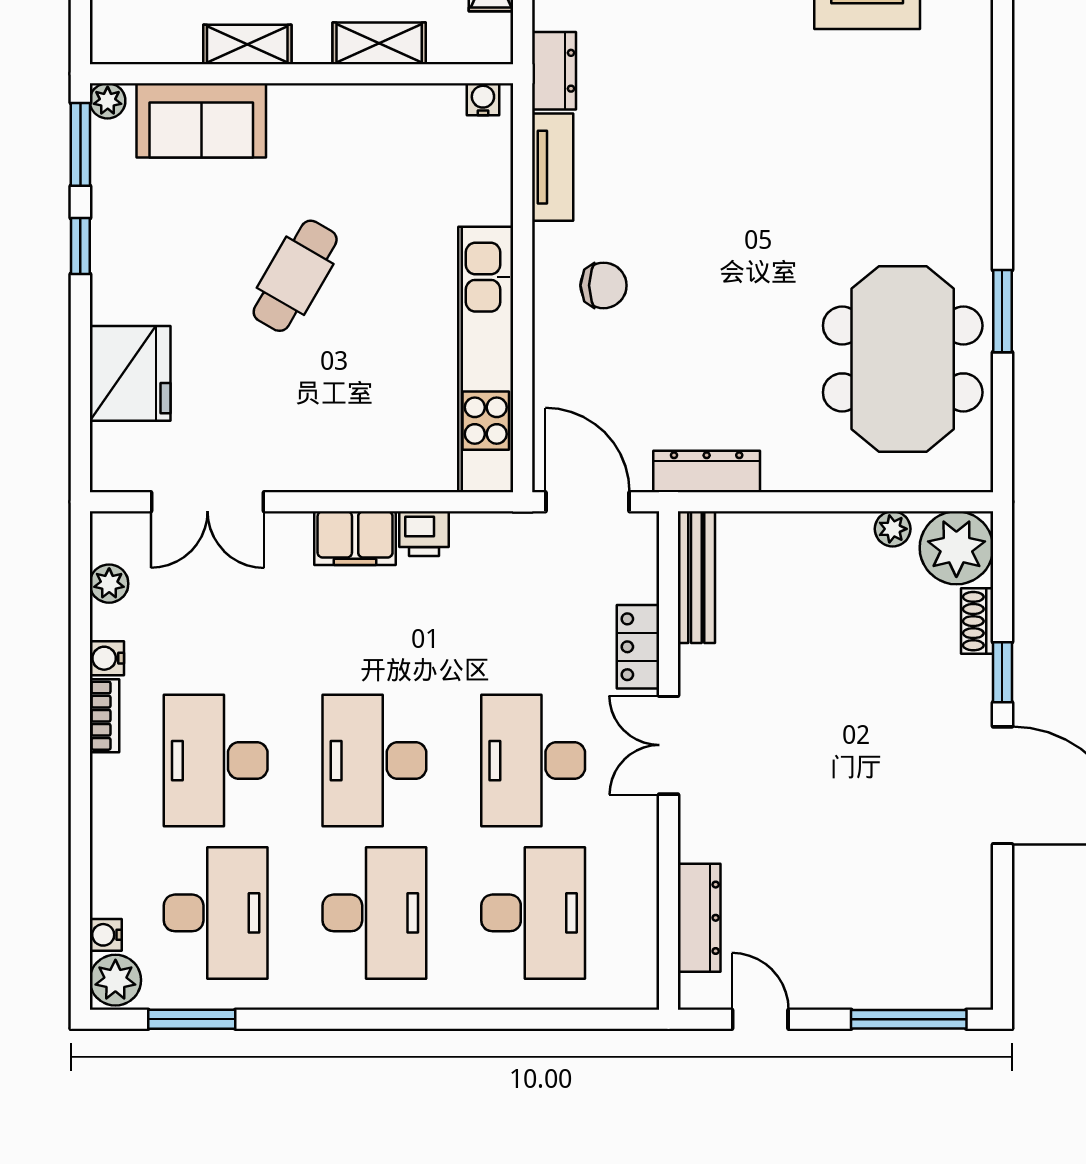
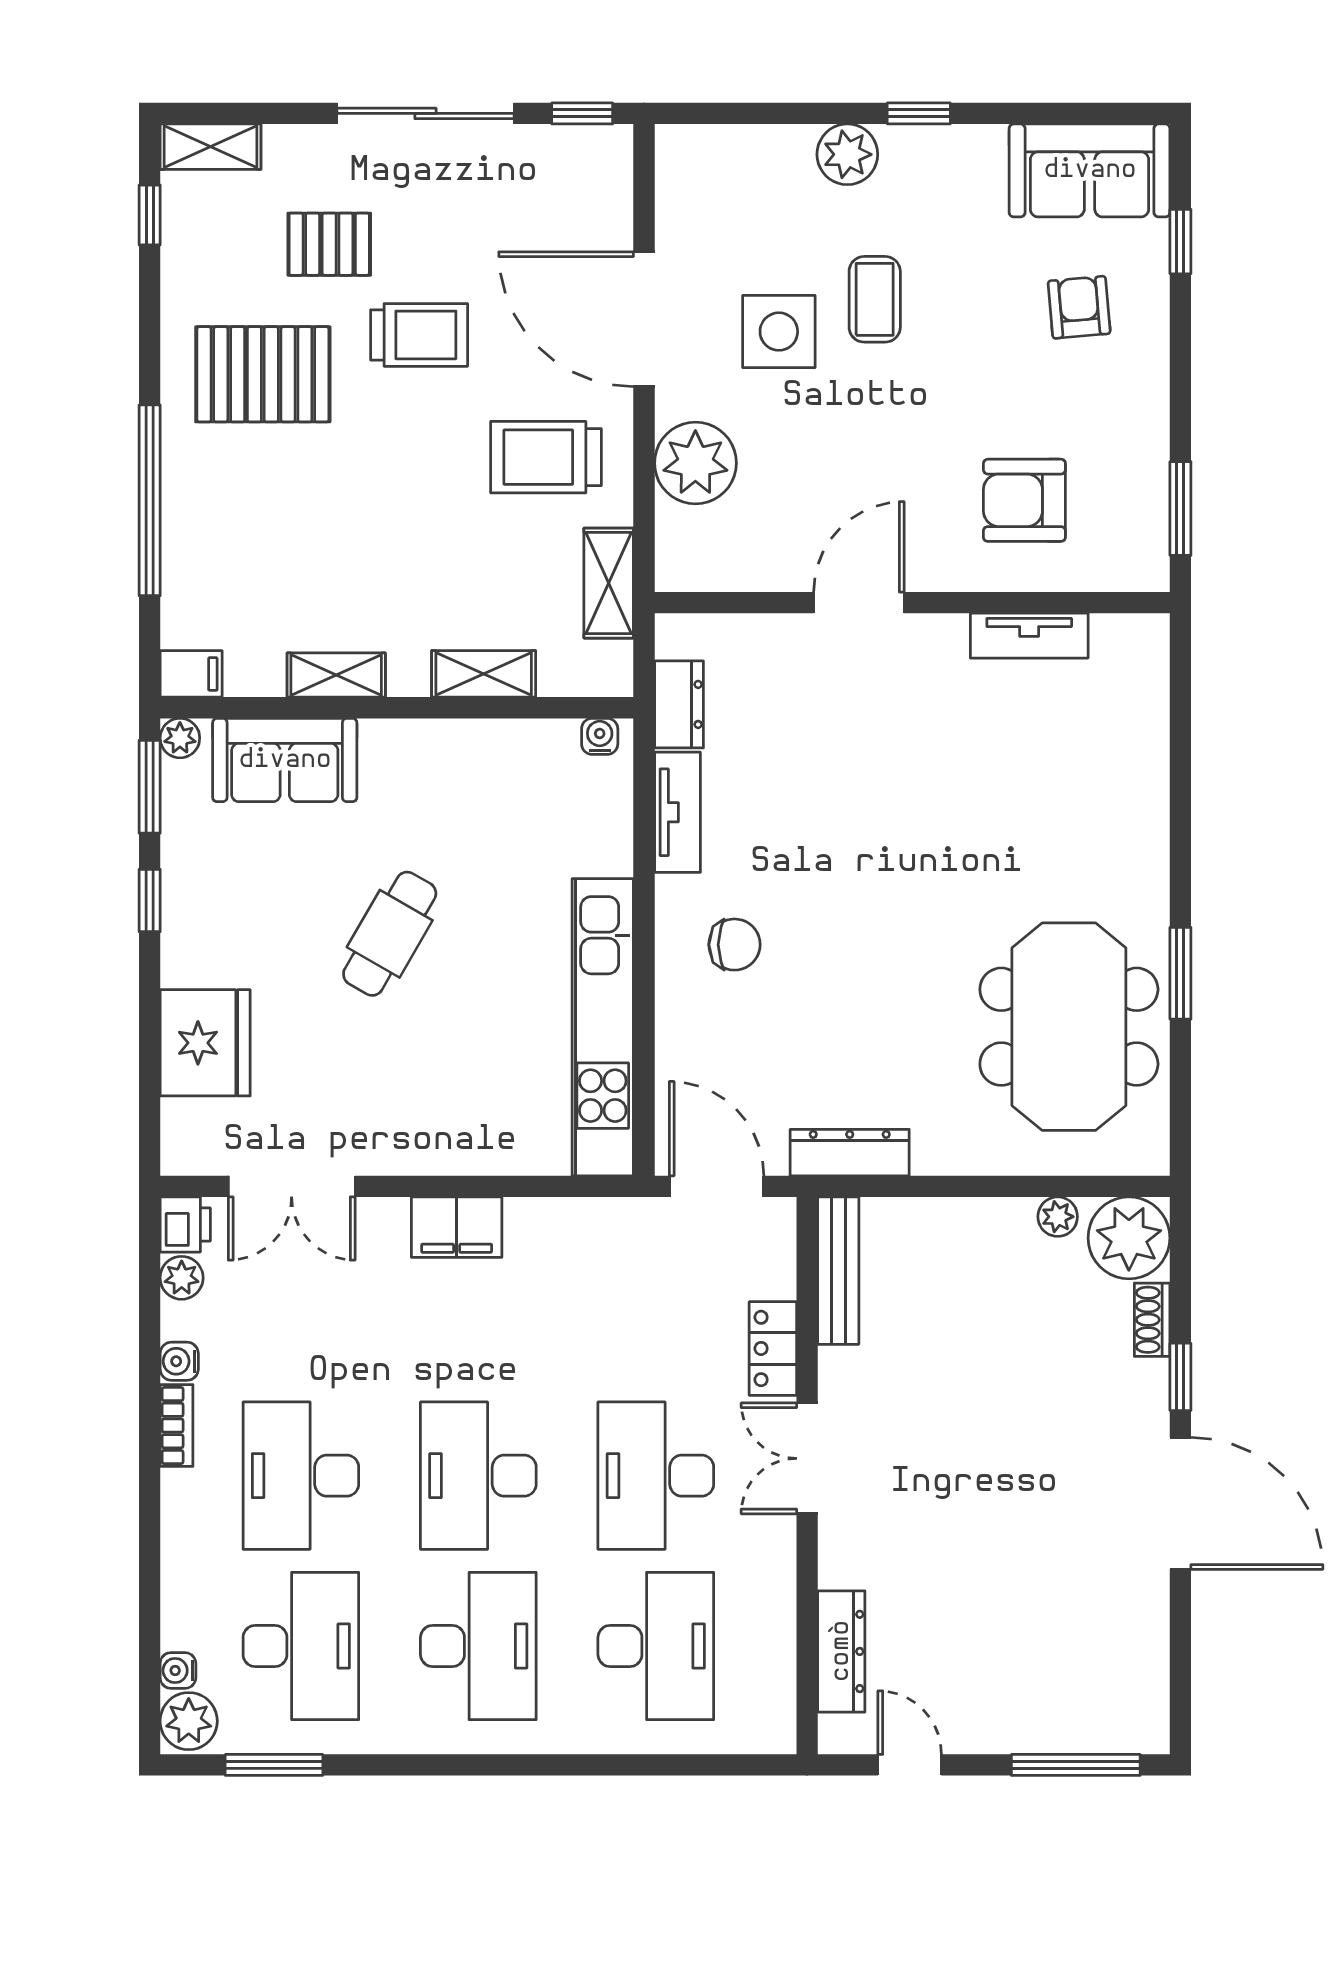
filing cabinet: (118, 43) -> (191, 674), added
printer: (424, 534) -> (185, 1224), moved, turned -90

